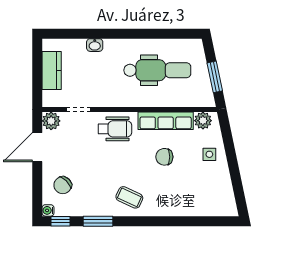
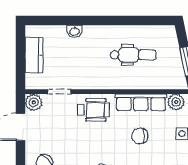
dental chair: (157, 70) -> (133, 55), width x0.73, depth x0.72

